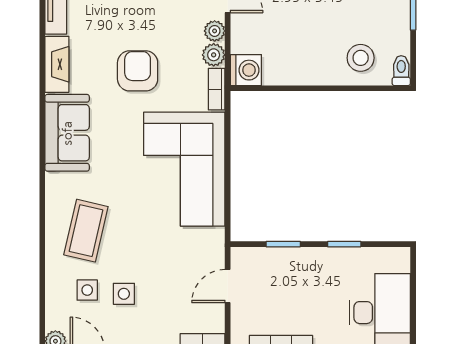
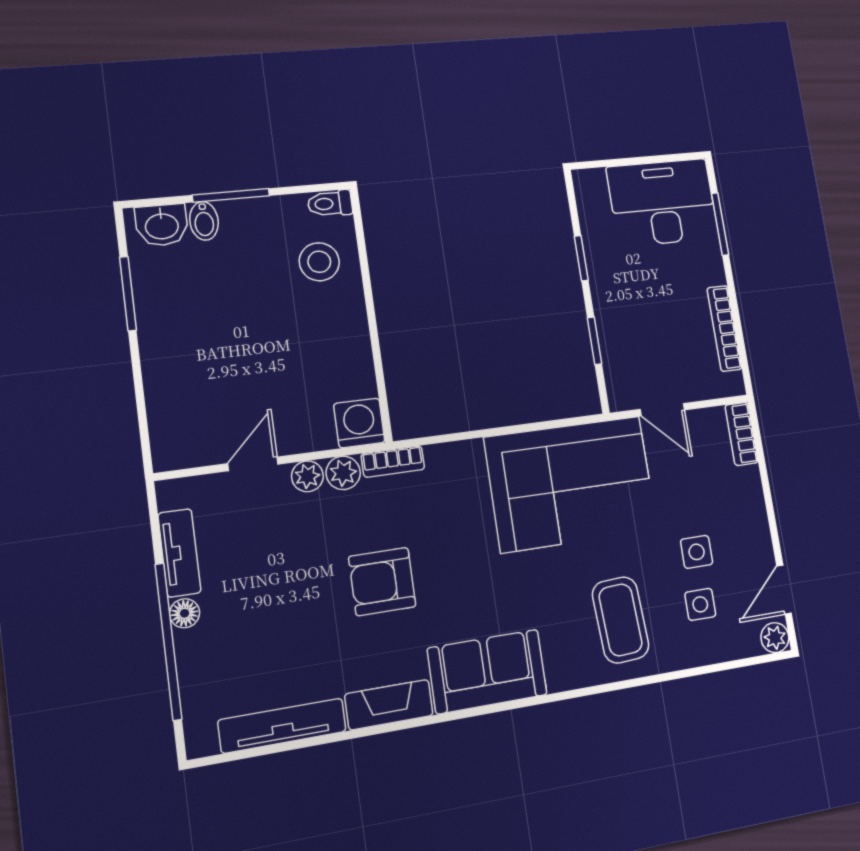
corner sofa: (184, 169) -> (571, 484), moved
coffee table: (86, 231) -> (621, 620), turned 74

